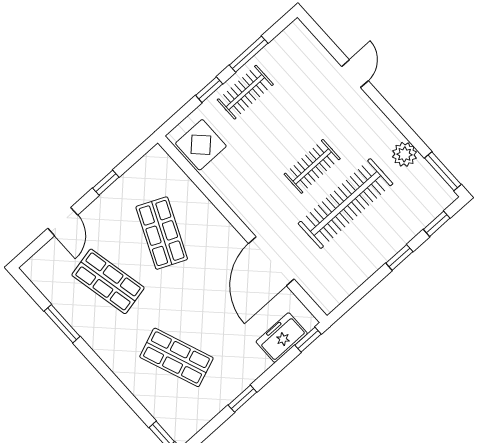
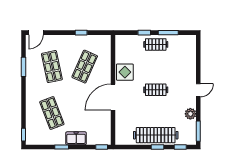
door: (355, 74) -> (198, 90), moved
display table: (201, 145) -> (125, 72), moved
clothes rail: (346, 204) -> (156, 135), moved
door: (63, 222) -> (36, 33), moved
door: (271, 261) -> (113, 97), moved
freezer: (282, 338) -> (76, 138), moved

